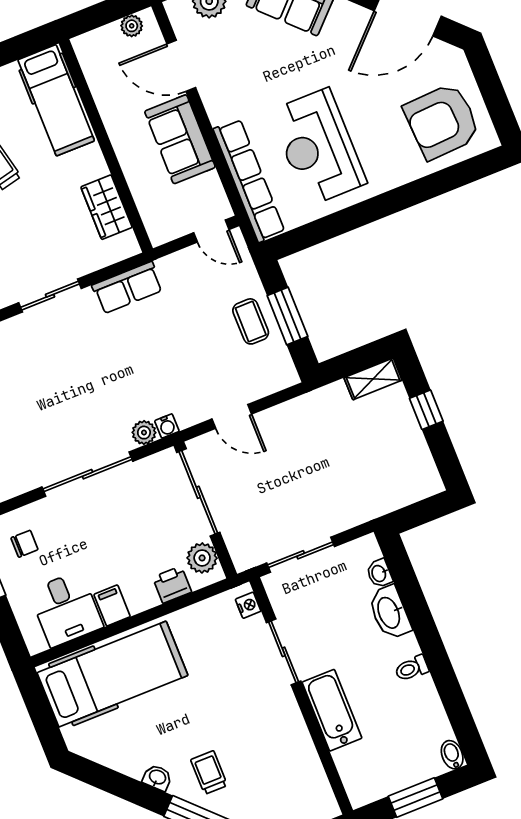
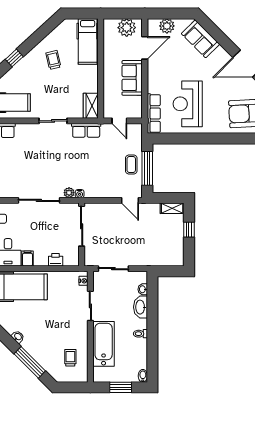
plant: (132, 26) -> (127, 28), width x1.88, depth x1.88
door: (181, 66) -> (145, 48), swing flipped
row of seats: (249, 180) -> (154, 114), width x0.73
wardrobe: (106, 207) -> (91, 106), moved
door: (211, 231) -> (119, 121), moved
window: (287, 316) -> (147, 168), width x1.44
door: (232, 416) -> (130, 200), moved
plant: (202, 558) -> (72, 254), removed
bathtub: (332, 710) -> (104, 344), width x1.36, depth x1.36
trolley: (209, 772) -> (70, 358), moved

